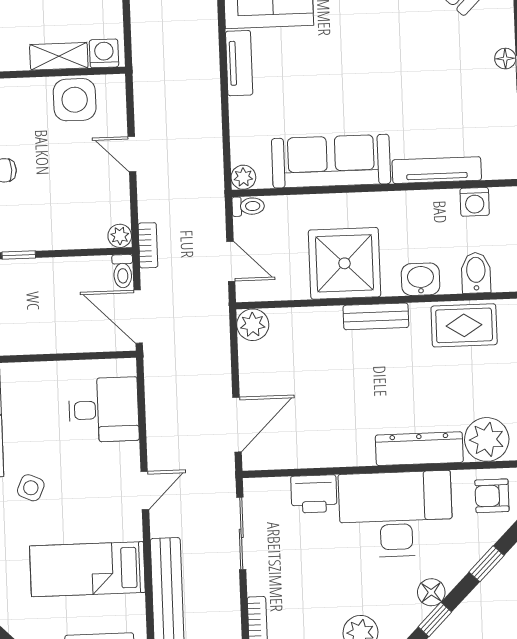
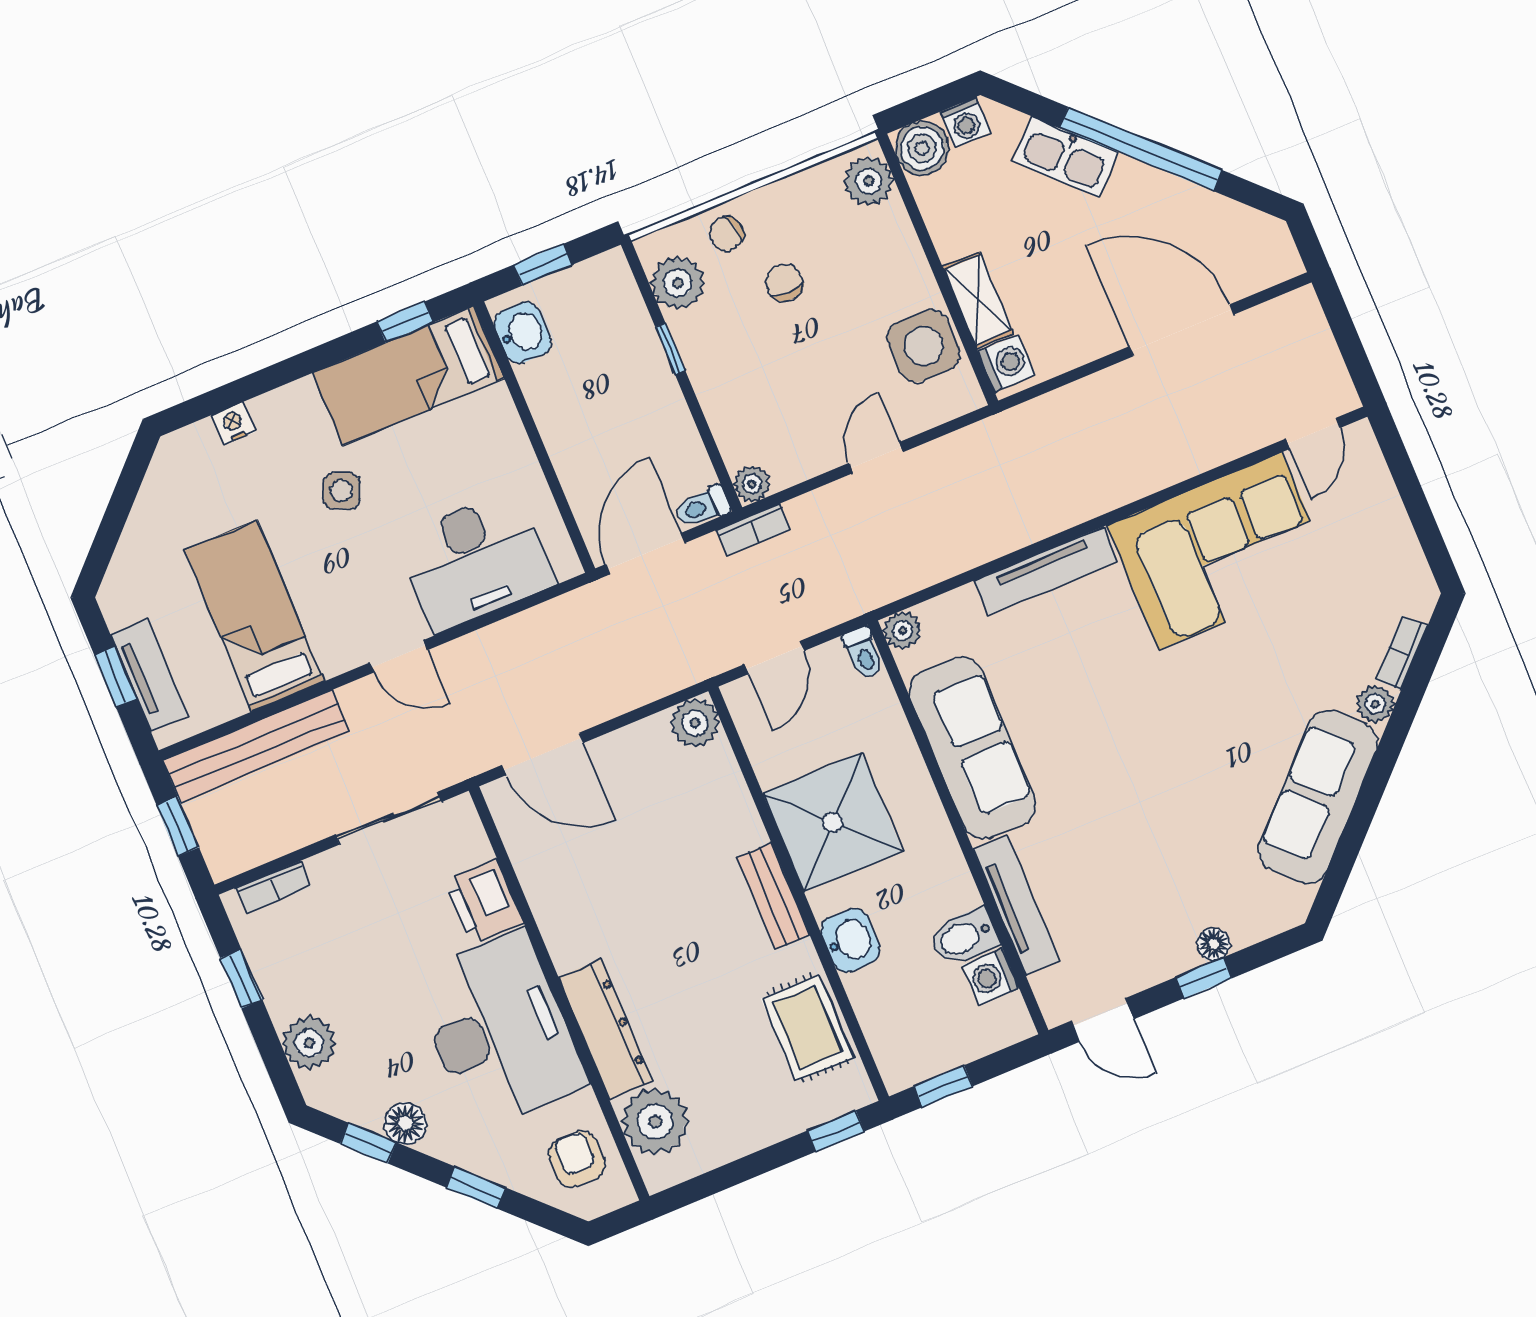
tv unit: (239, 63) -> (1046, 571), width x1.41
bidet: (476, 273) -> (964, 937), moved, turned 180
desk: (104, 410) -> (476, 561), width x1.37

